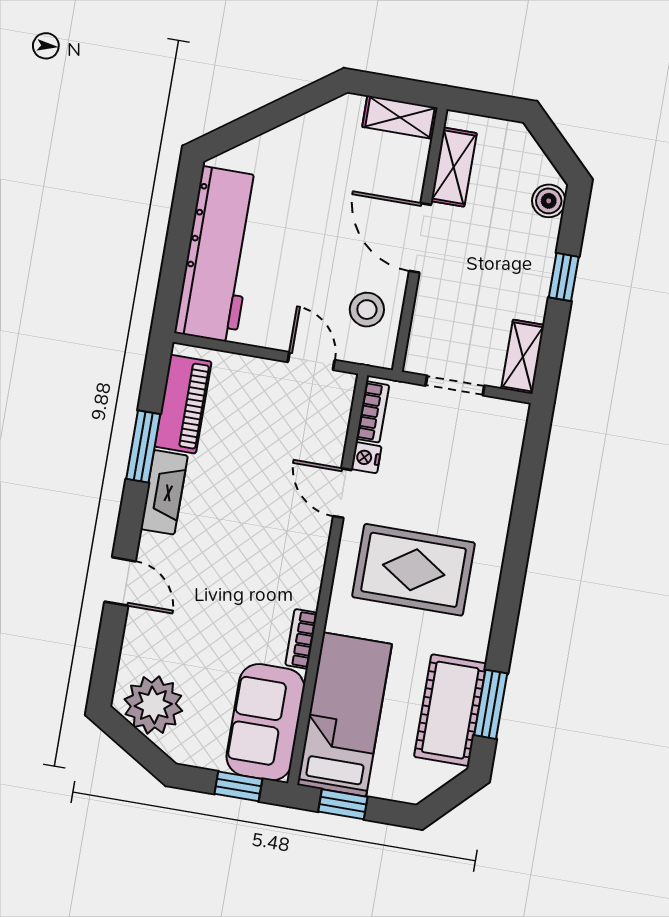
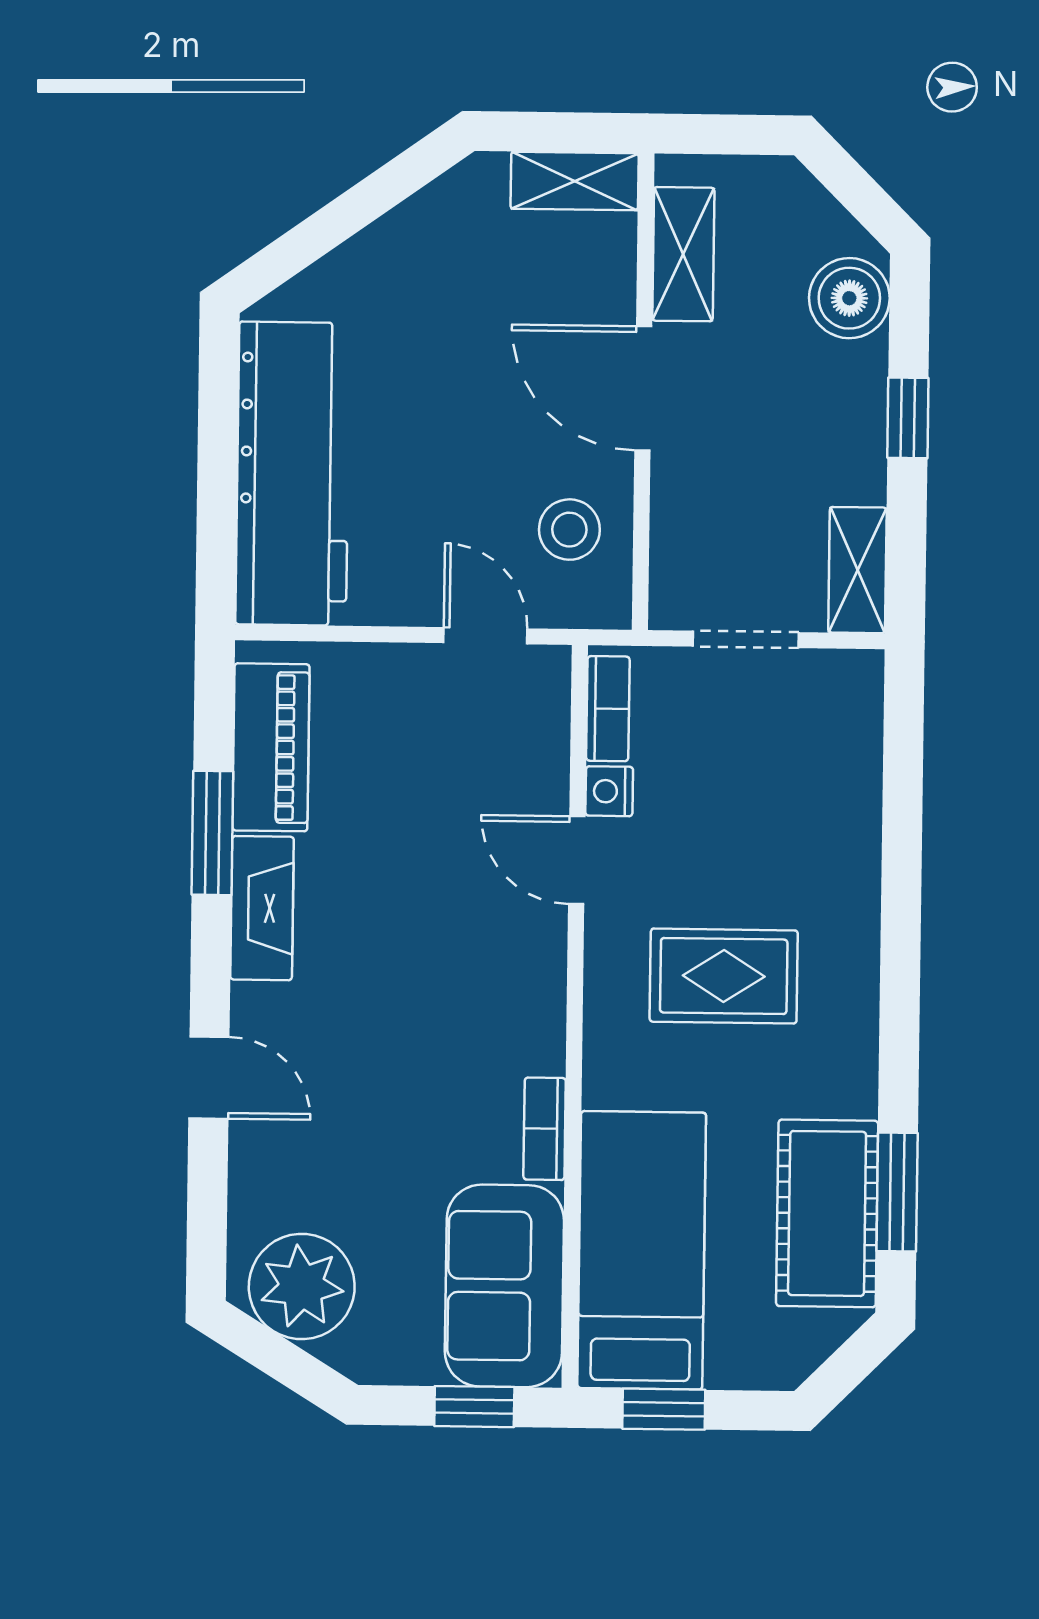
boiler: (549, 201) -> (849, 298), width x1.36, depth x1.36
rug: (414, 570) -> (724, 976), width x0.73, depth x0.70

